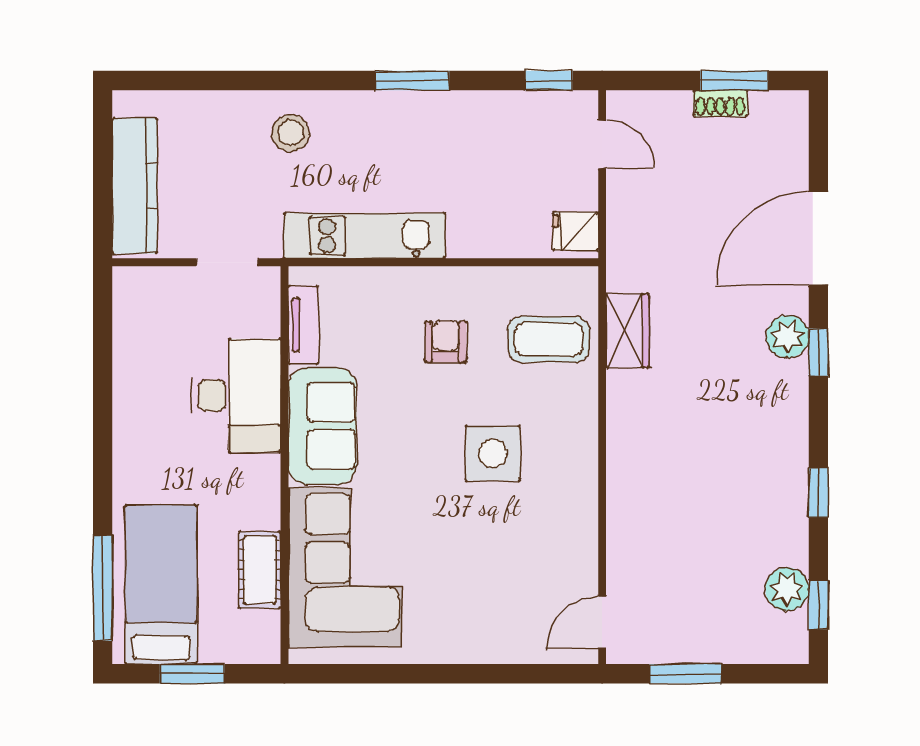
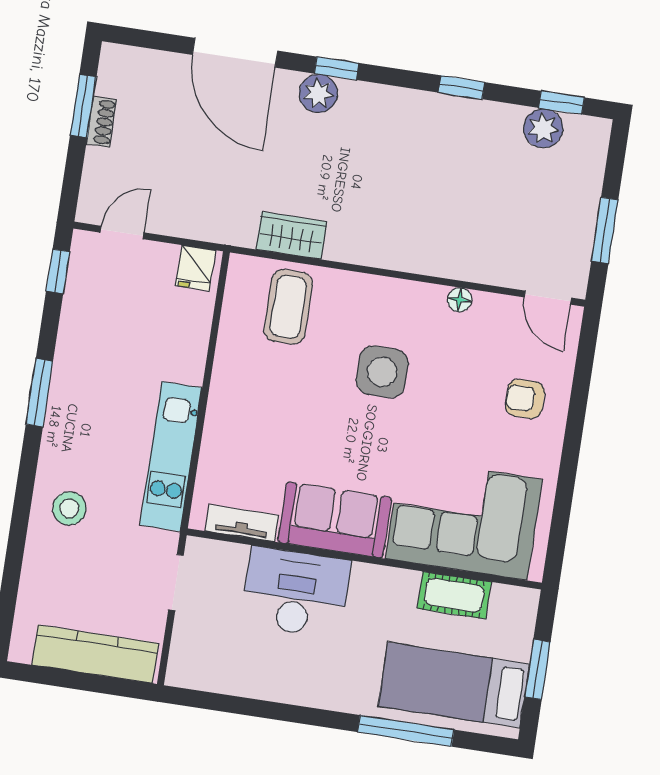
armchair: (446, 342) -> (525, 399), moved
floor lamp: (585, 526) -> (459, 300), added
window: (103, 588) -> (406, 731), moved

